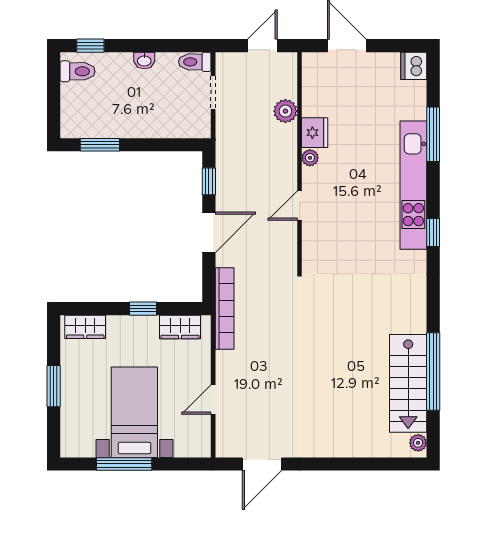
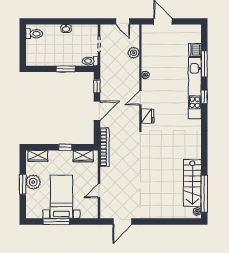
window: (90, 46) -> (40, 21), removed
door: (262, 46) -> (123, 21), swing flipped
toilet: (195, 62) -> (90, 61), moved
dishwasher: (414, 66) -> (195, 50), moved
fridge: (315, 133) -> (148, 116), moved
window: (100, 145) -> (66, 69), moved
window: (433, 233) -> (204, 97), moved
window: (433, 372) -> (204, 194), moved
plant: (76, 381) -> (33, 182), added

